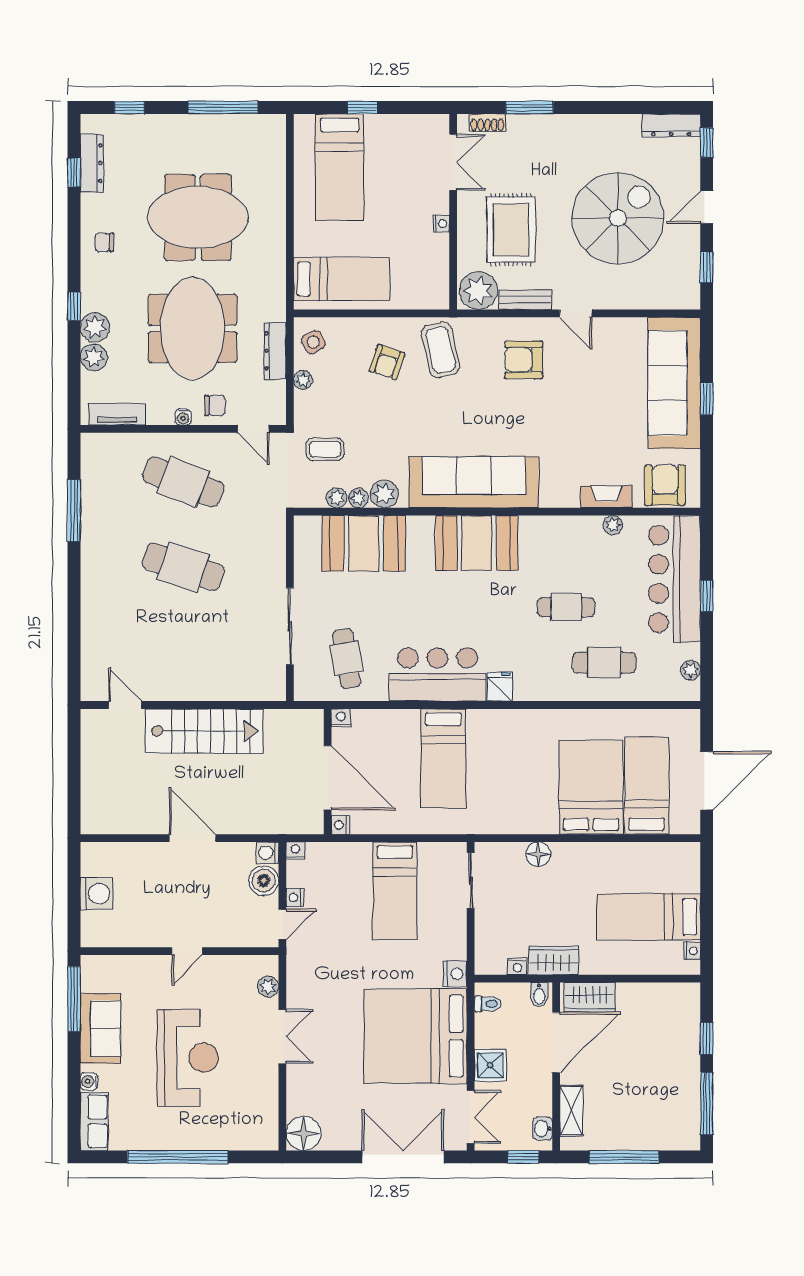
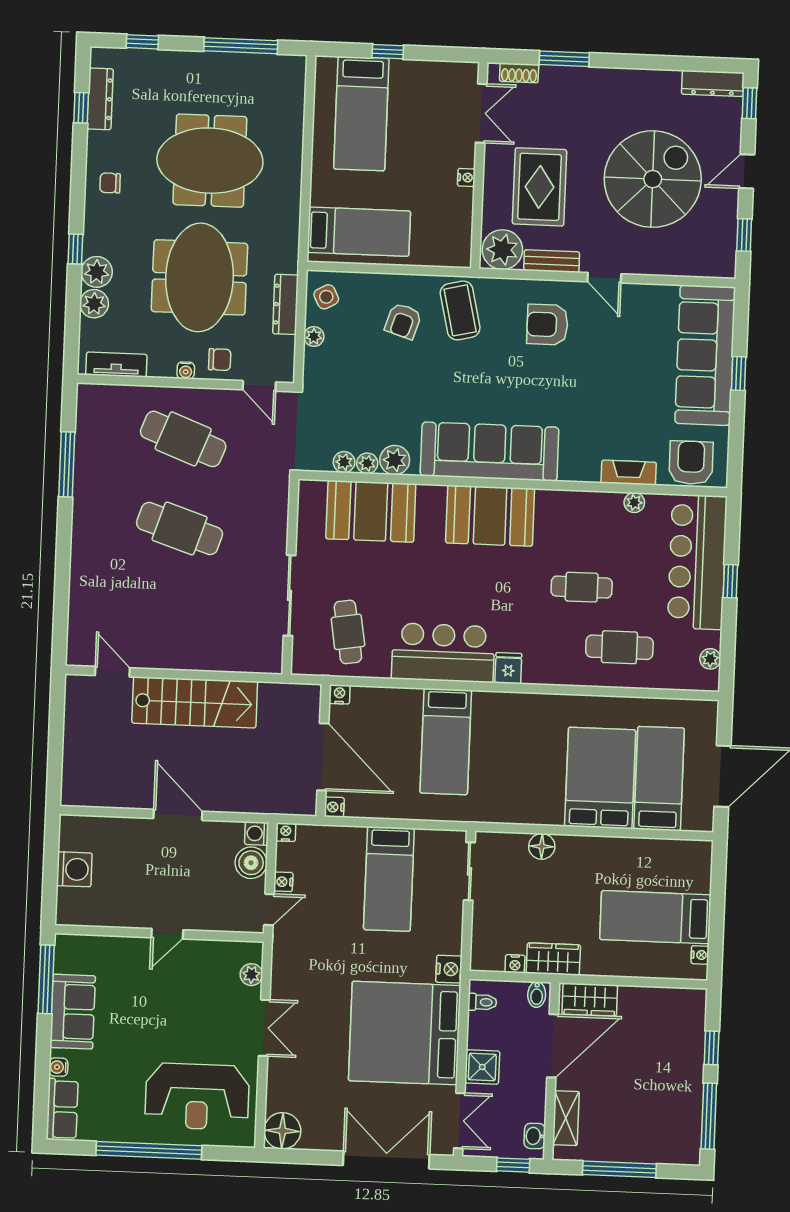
coffee table: (325, 449) -> (334, 410), removed
reception desk: (188, 1058) -> (197, 1096), moved, turned 90

